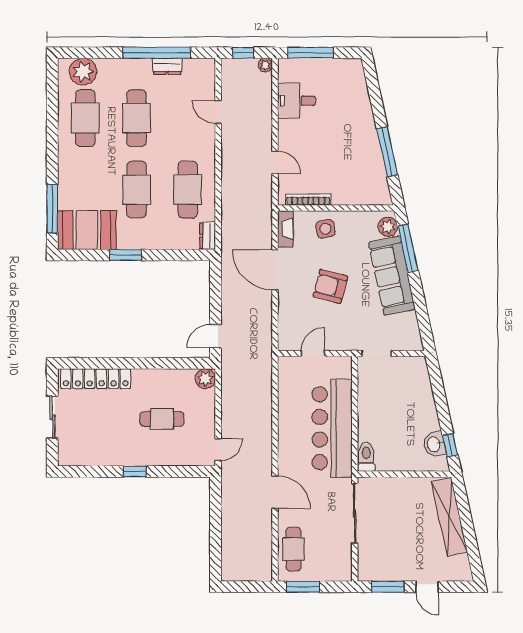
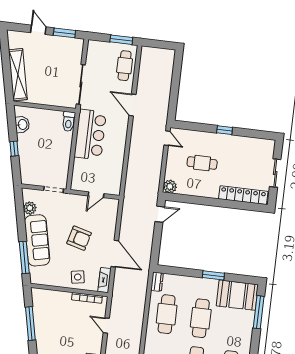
plant: (388, 227) -> (30, 208), moved
bar counter: (332, 428) -> (90, 134), width x0.73
window: (450, 445) -> (14, 149), moved
door: (218, 449) -> (167, 138), swing flipped

